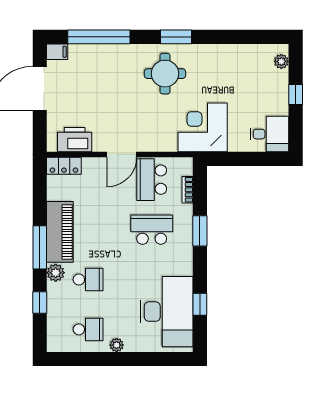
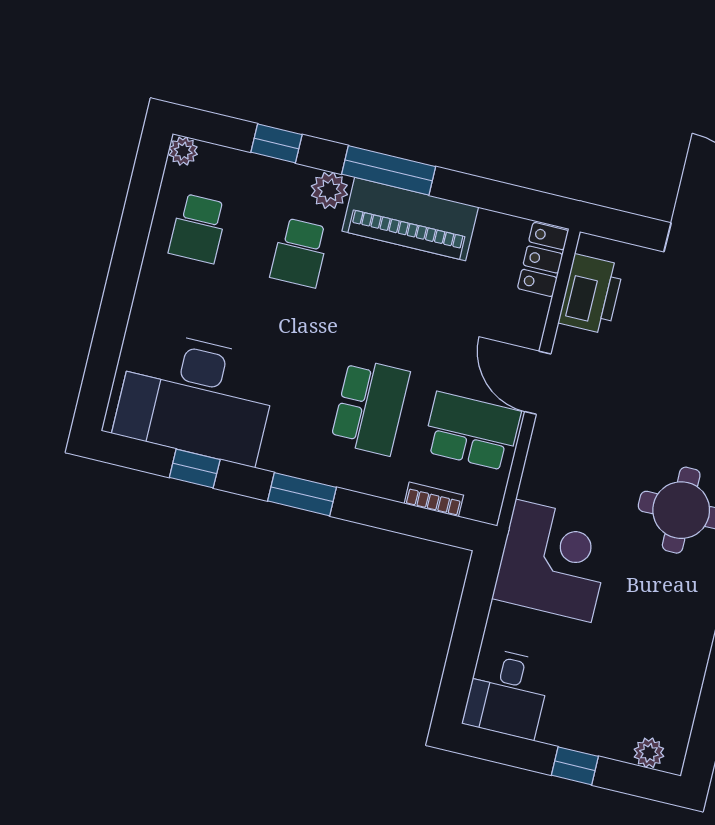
window: (200, 231) -> (302, 494), moved
plant: (117, 345) -> (183, 151), moved

